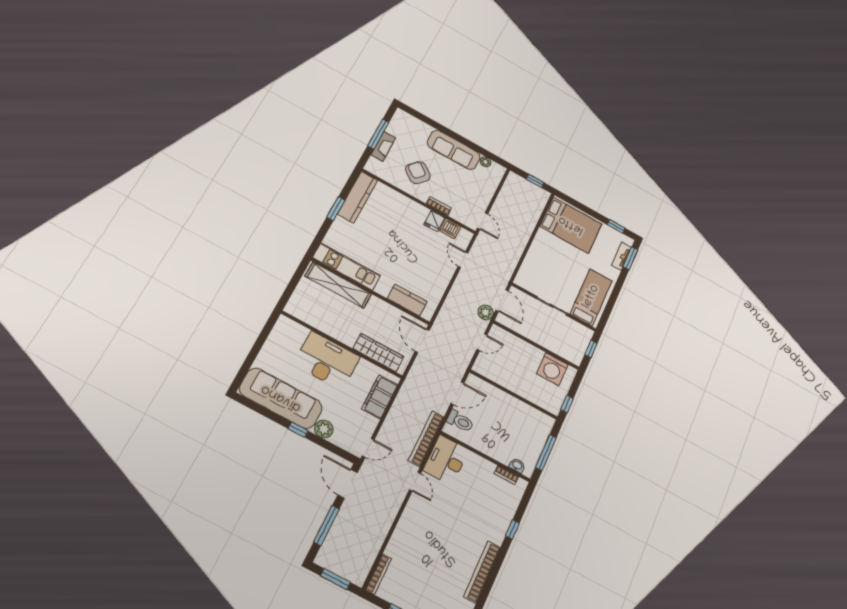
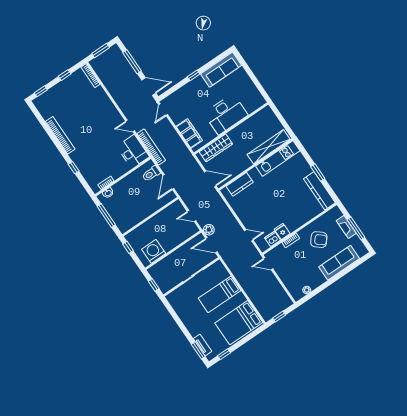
sofa: (454, 150) -> (339, 263), moved
bed: (591, 297) -> (220, 294), moved, turned 90
door: (482, 342) -> (192, 216), hinge flipped
sofa: (281, 398) -> (221, 70), width x0.74, depth x0.79
plant: (324, 429) -> (187, 90), removed

